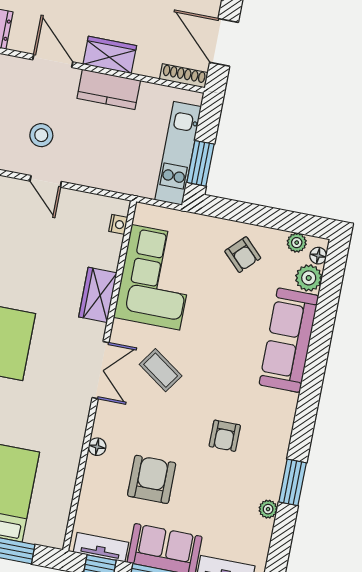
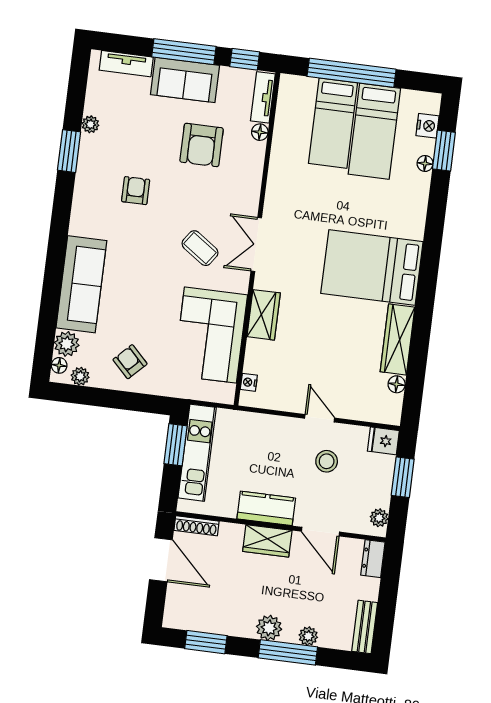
floor lamp: (97, 447) -> (260, 132), moved
tv unit: (101, 547) -> (263, 97), moved, turned 90

